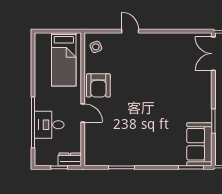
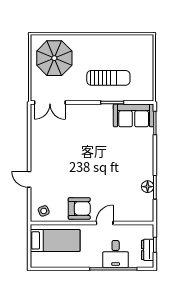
door: (130, 31) -> (29, 179), hinge flipped
dresser: (70, 159) -> (148, 250), moved
floor lamp: (122, 159) -> (148, 187), added

